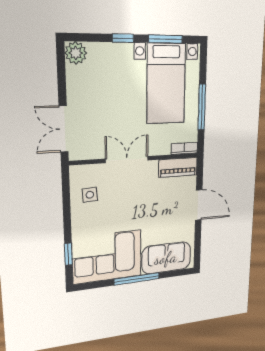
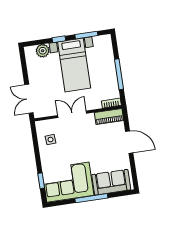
plant: (76, 53) -> (43, 51), moved
bed with nightstands: (166, 84) -> (74, 65), moved

